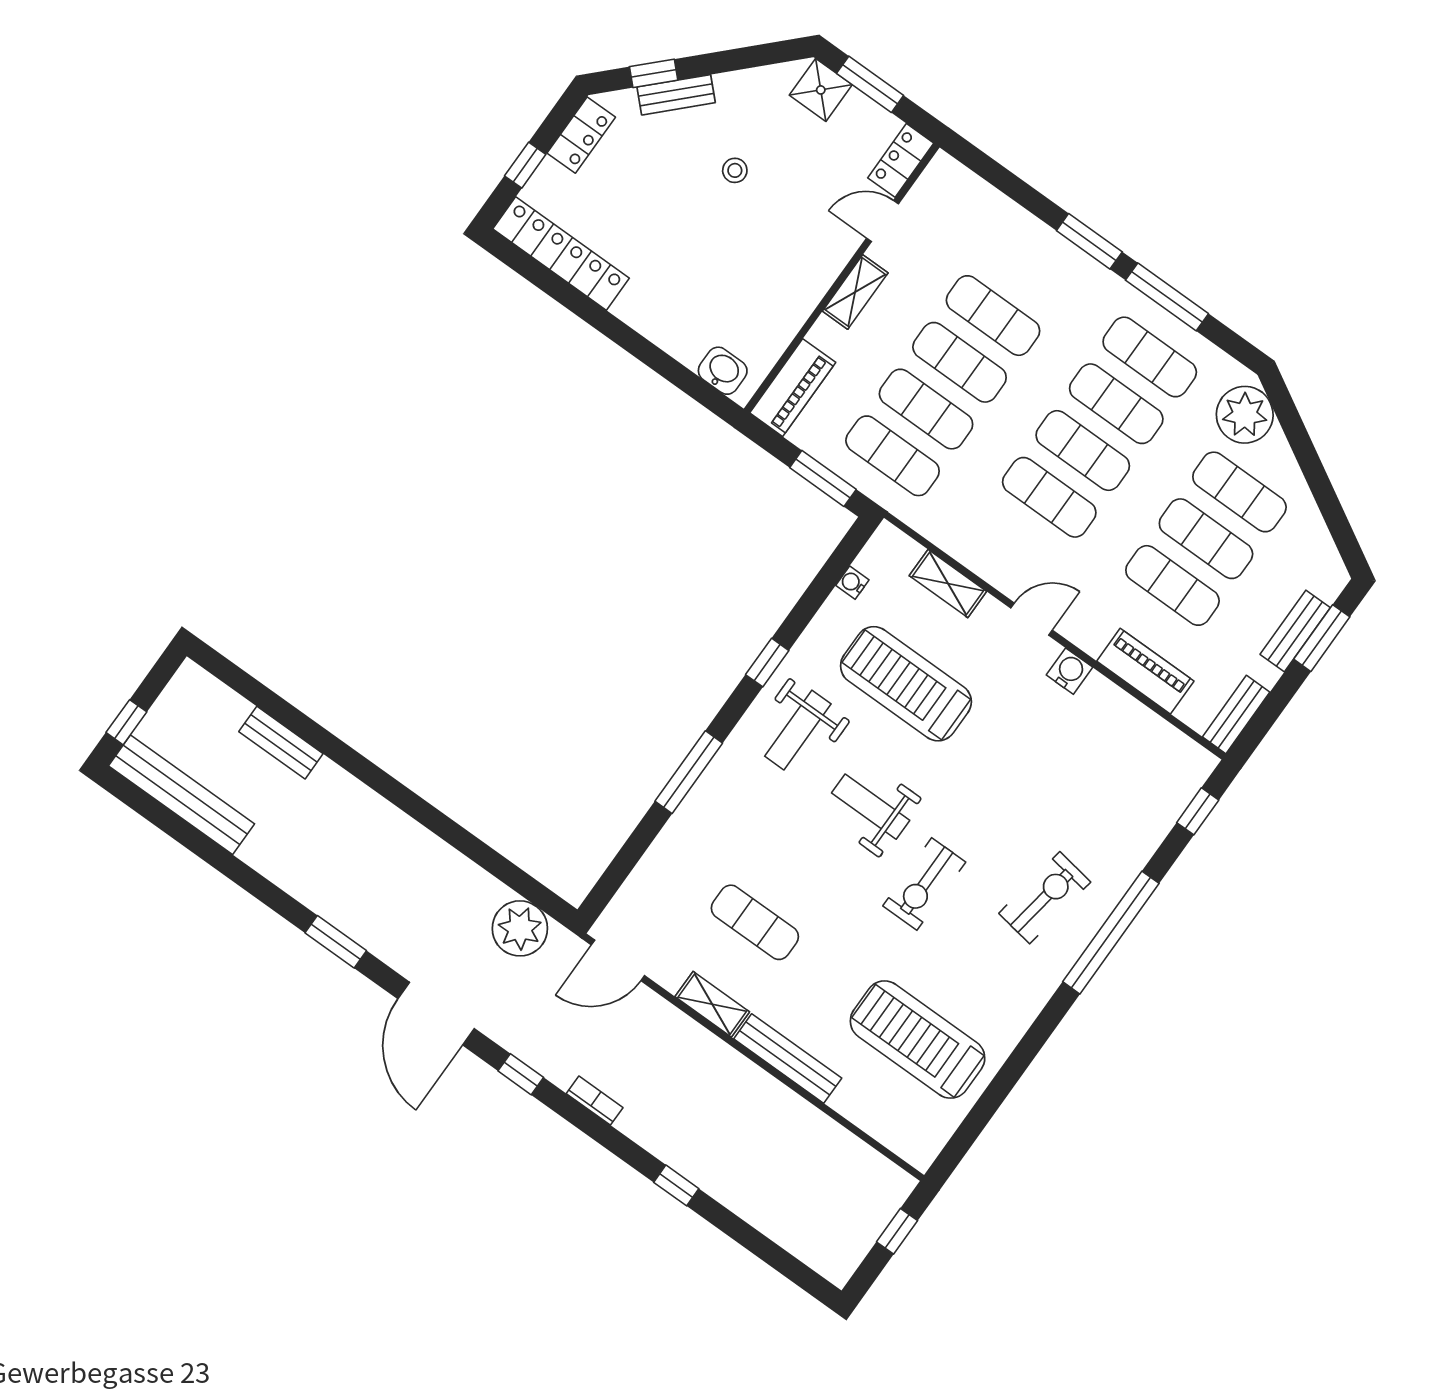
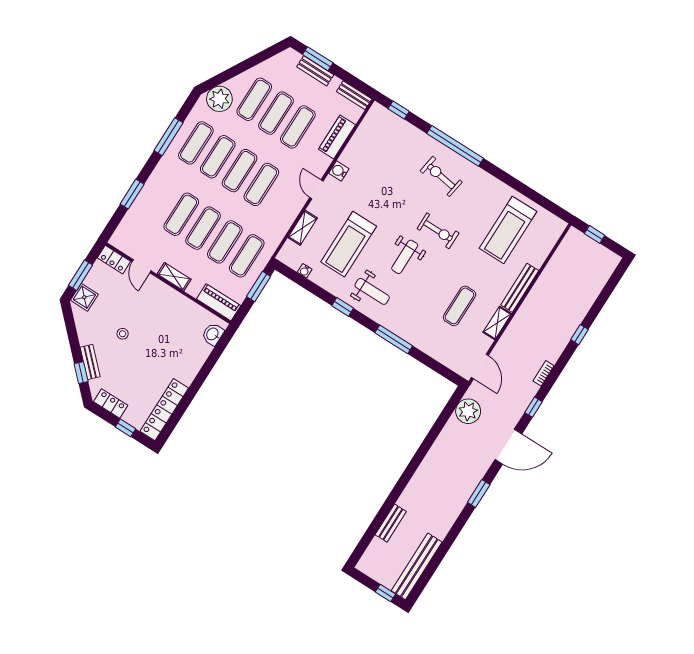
window: (1089, 241) -> (132, 194), moved

